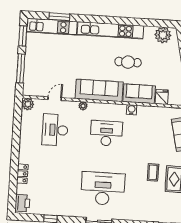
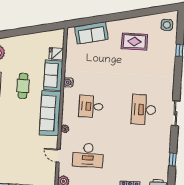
desk: (106, 133) -> (91, 106), width x0.73
coffee table: (153, 172) -> (128, 62), removed
desk: (103, 189) -> (144, 110), width x0.73, depth x0.77

